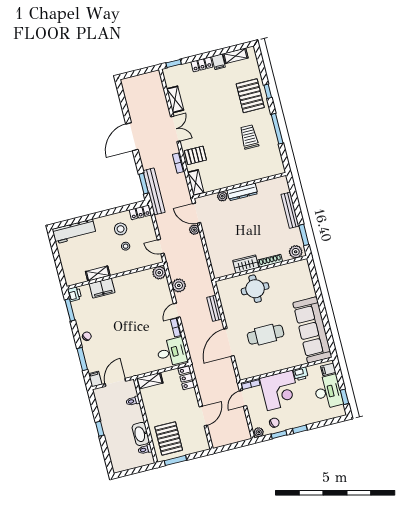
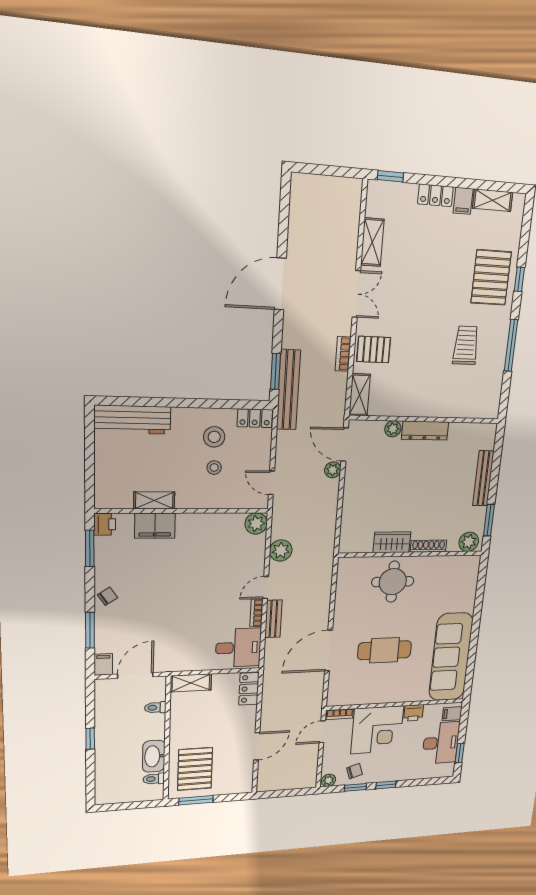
bench: (214, 308) -> (273, 619), moved

